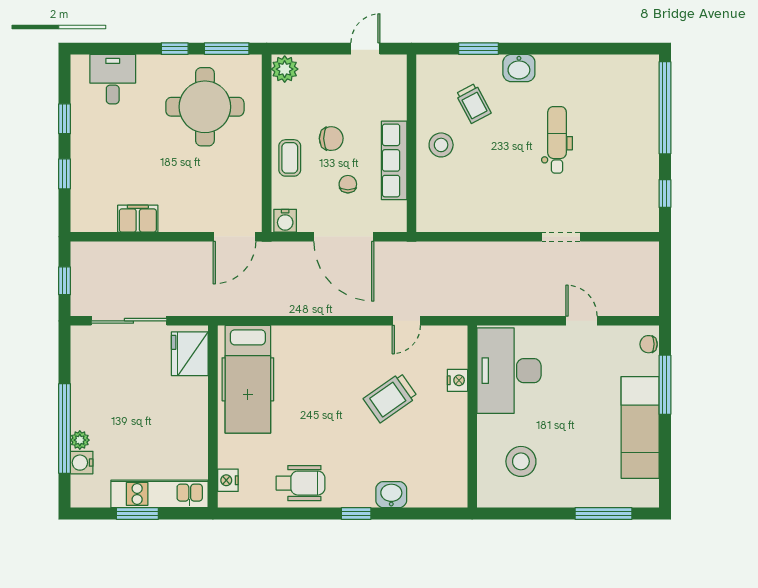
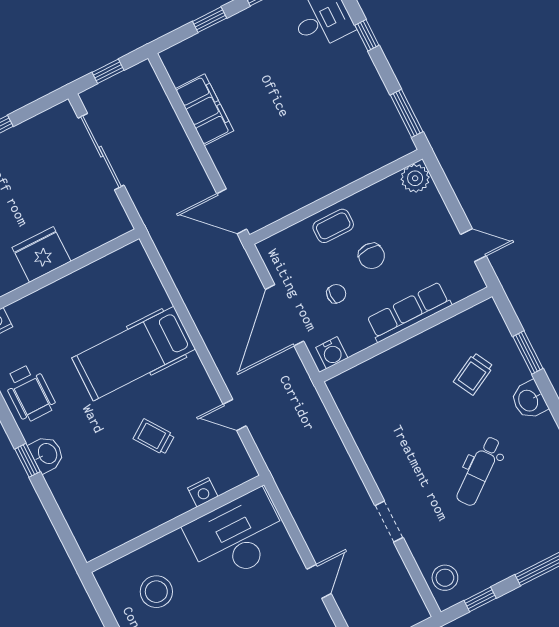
window: (175, 49) -> (367, 35), moved
round table: (205, 107) -> (341, 121), removed
dental chair: (557, 140) -> (479, 471), turned 142
stool: (441, 145) -> (445, 578), moved
row of seats: (394, 160) -> (409, 312), moved
filing cabinet: (138, 219) -> (204, 110), width x1.50, depth x1.17
water cooler: (285, 221) -> (332, 353), moved, turned -90
fridge: (190, 354) -> (42, 254), moved
hospital bed: (248, 379) -> (134, 354), moved
trolley: (390, 398) -> (154, 437), width x0.73, depth x0.72
washbasin: (391, 495) -> (47, 454), moved

